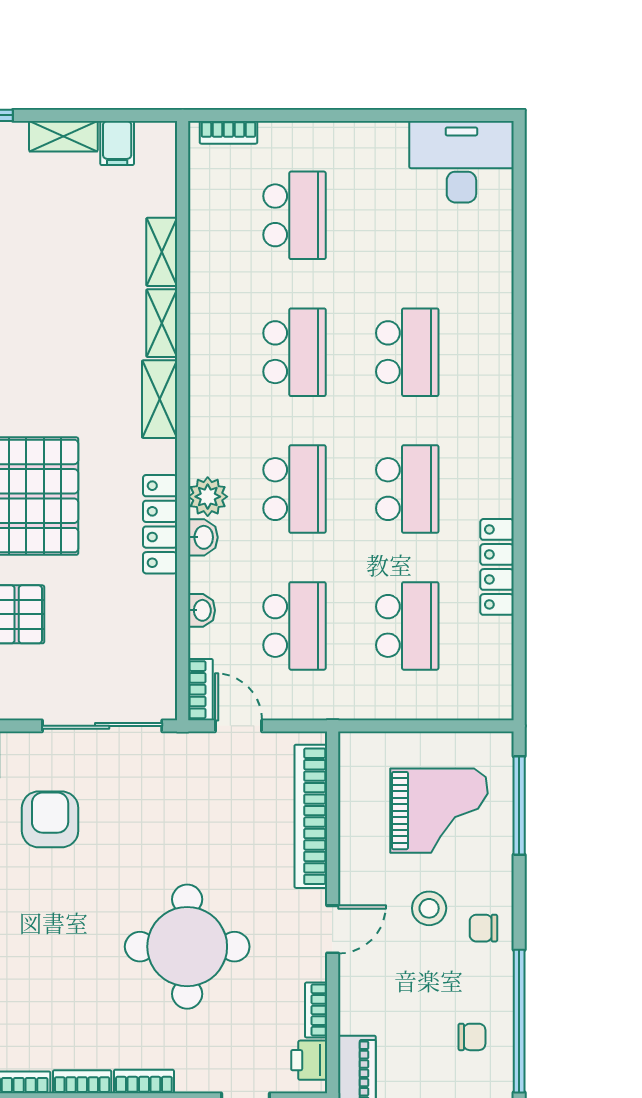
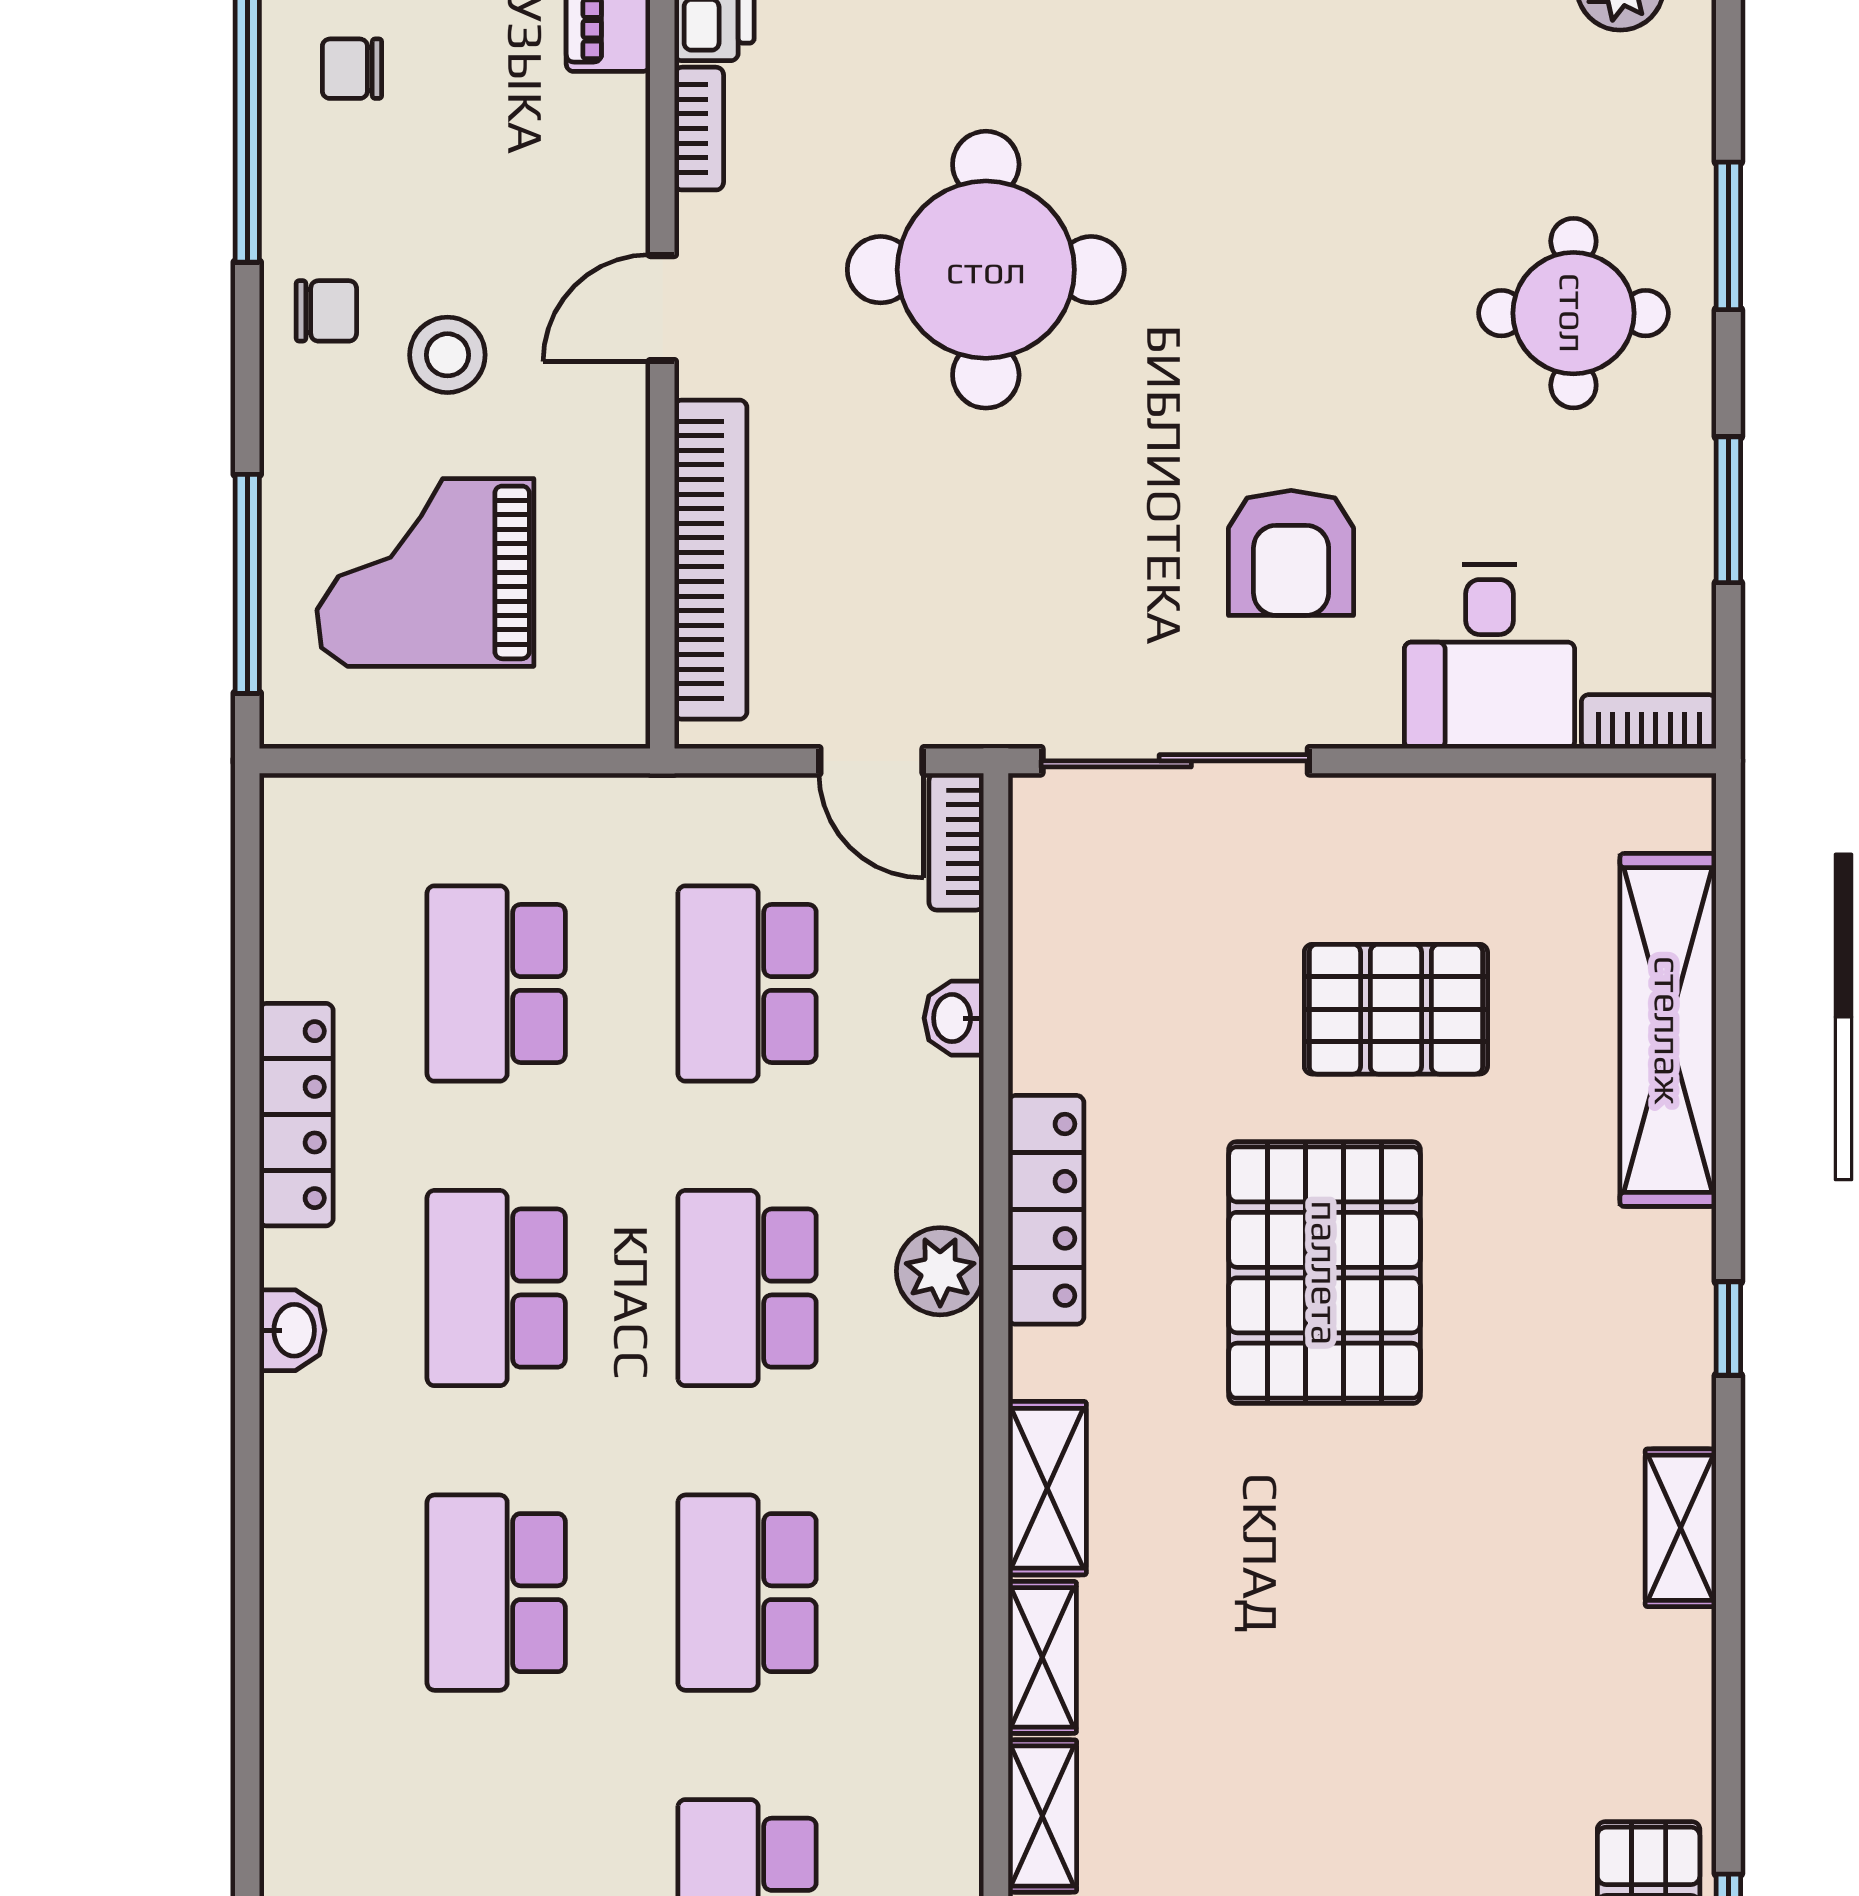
washbasin: (203, 537) -> (292, 1330), moved, turned 180

